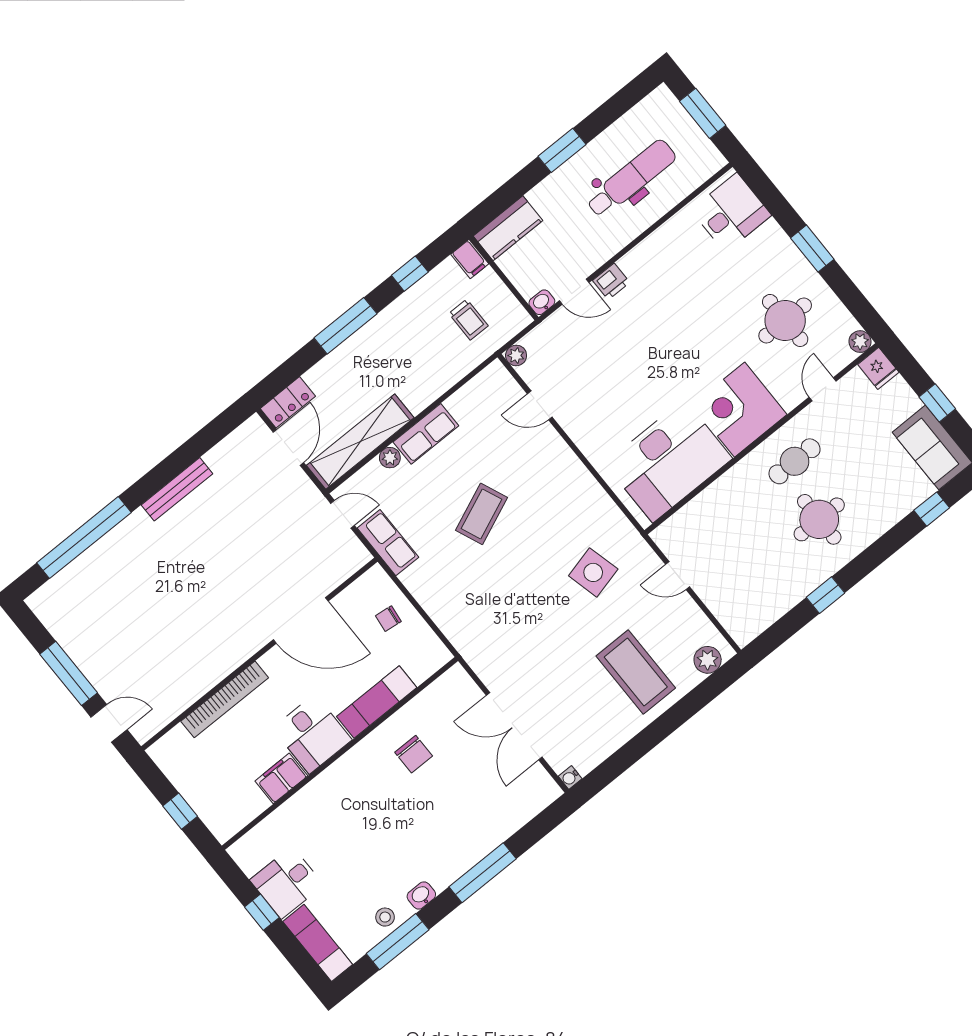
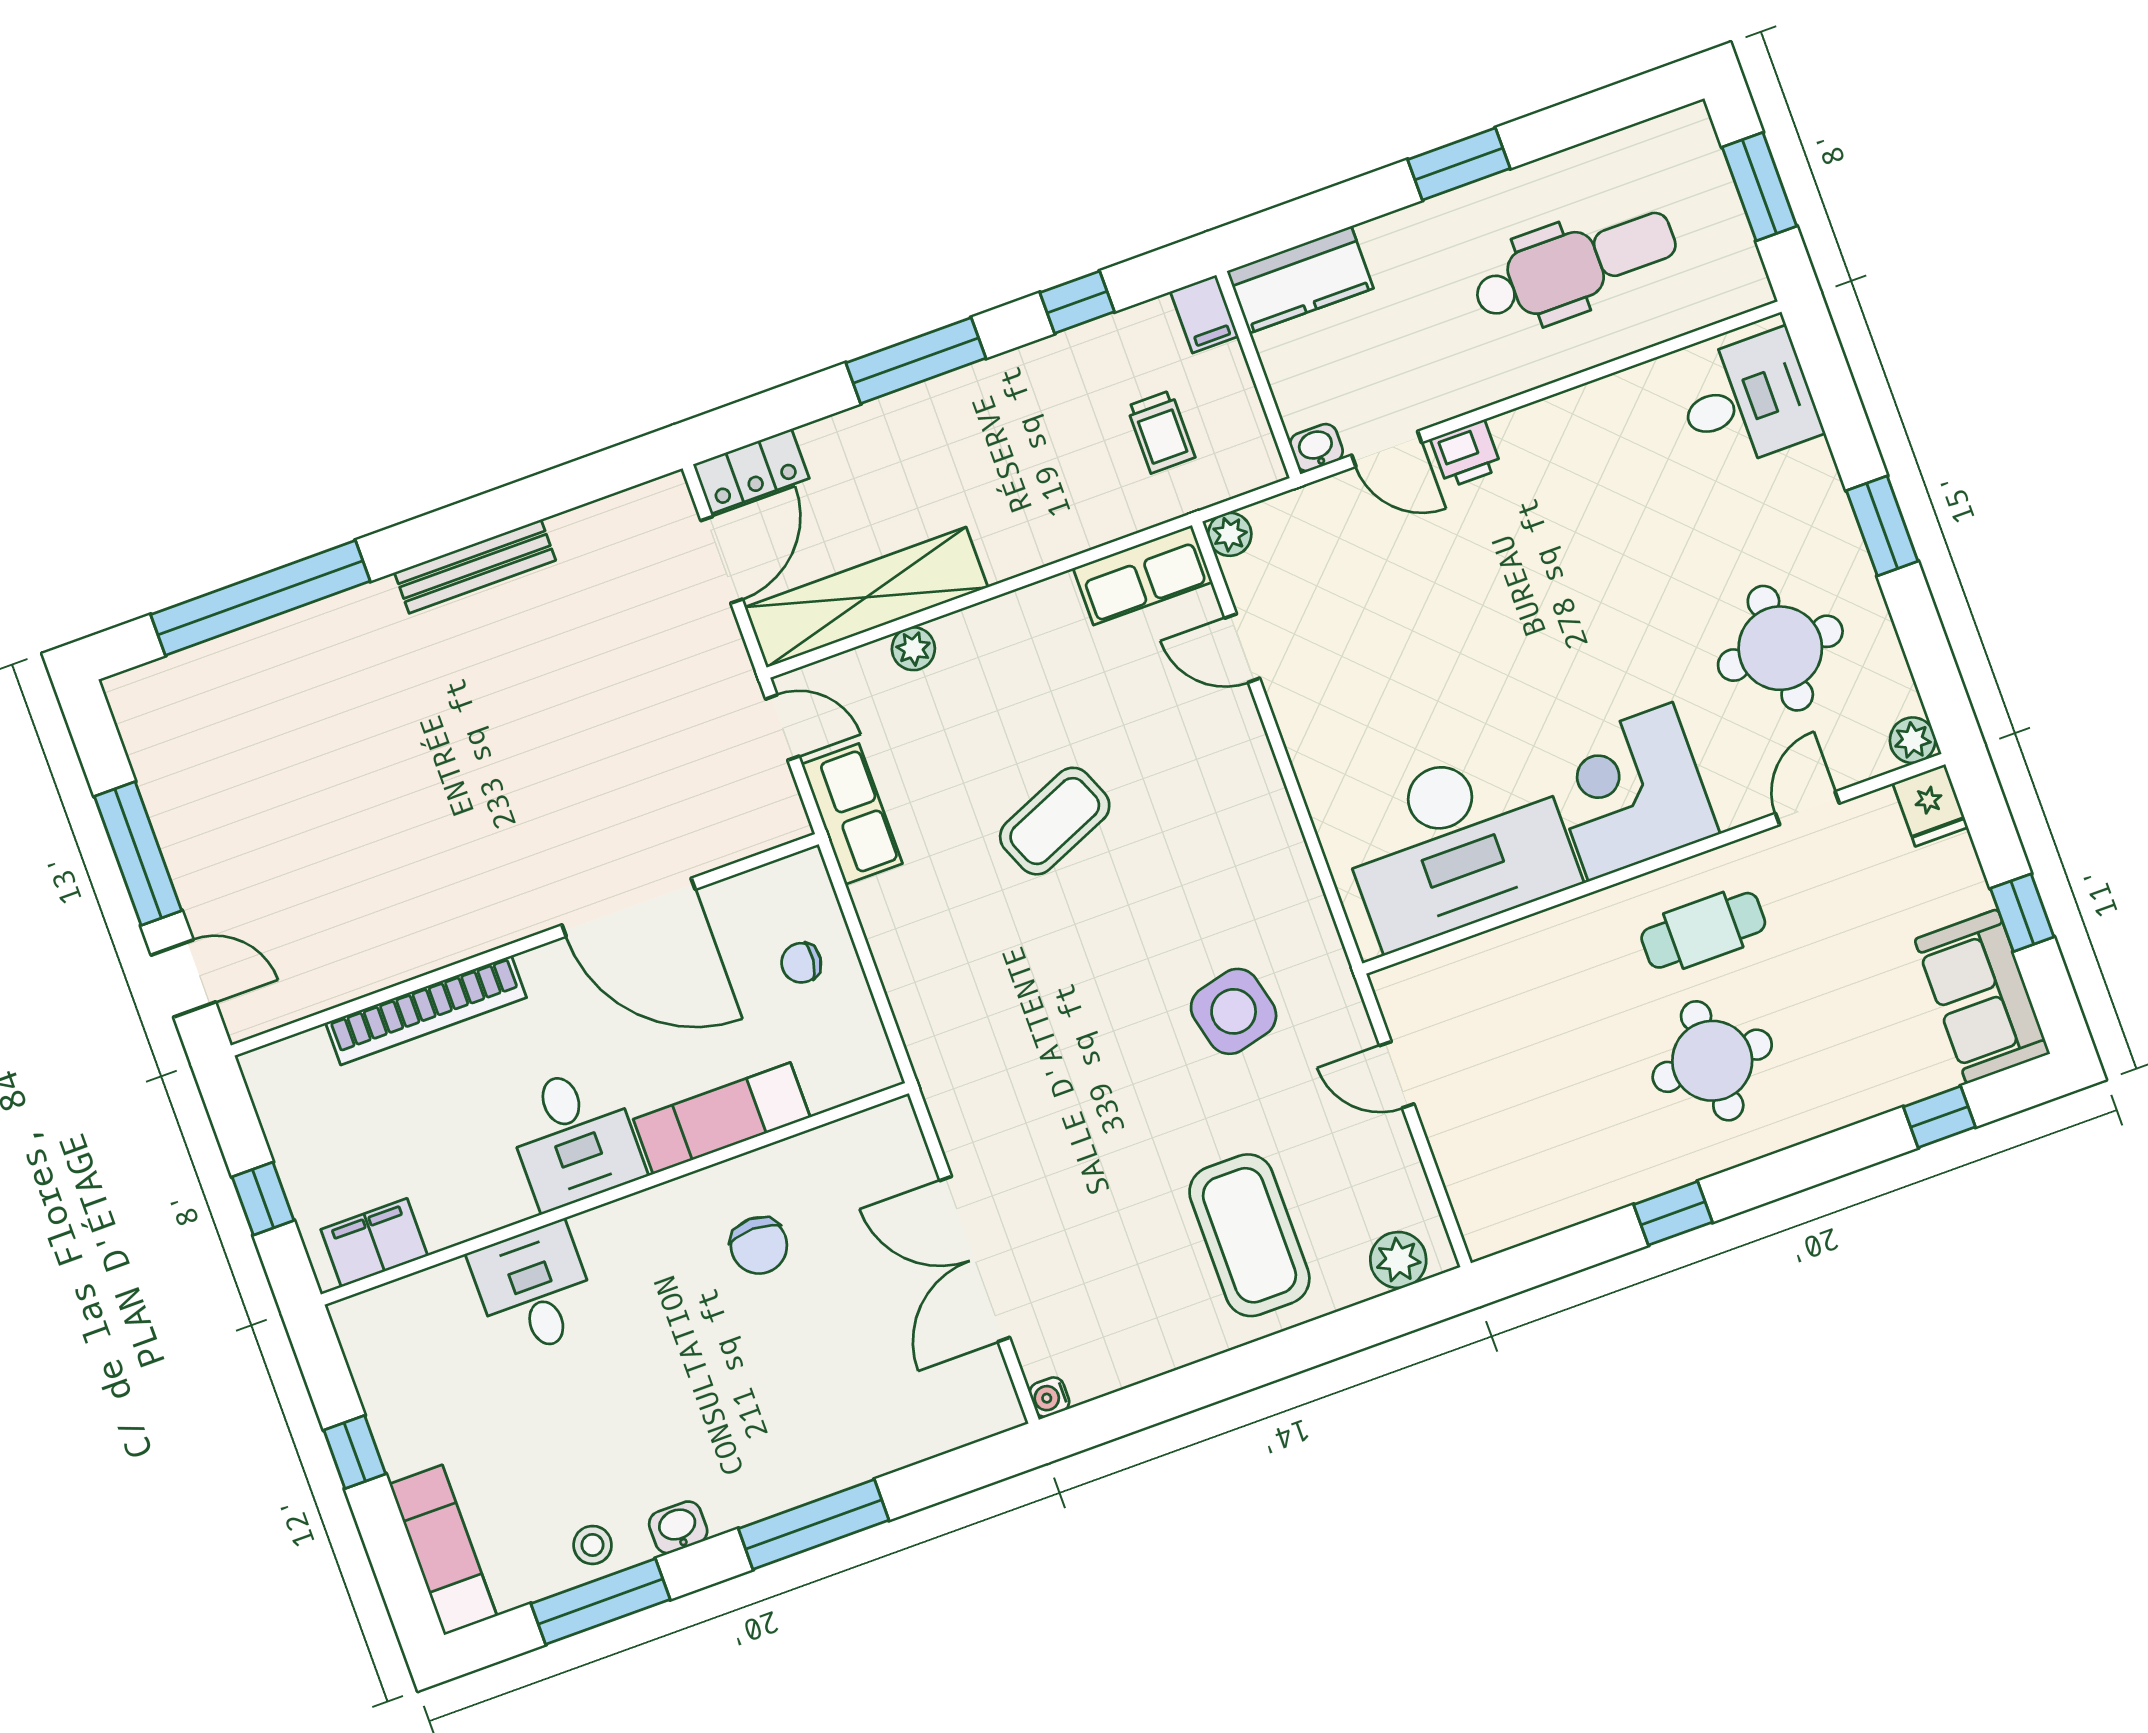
row of seats: (426, 434) -> (1143, 575), moved
filing cabinet: (281, 778) -> (374, 1243), moved
desk: (287, 882) -> (534, 1290), moved, turned 90

